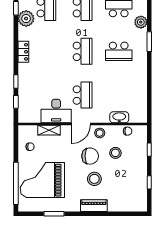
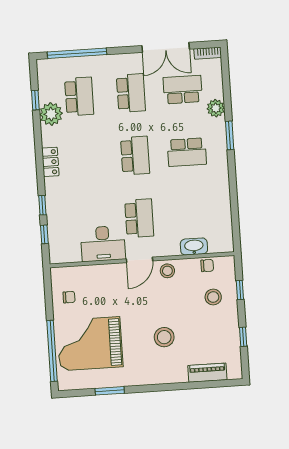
shelving: (49, 130) -> (95, 272), removed
stool: (115, 153) -> (213, 297), moved
chair: (90, 156) -> (156, 305), removed
piano: (94, 206) -> (207, 373), moved

